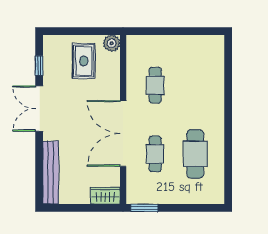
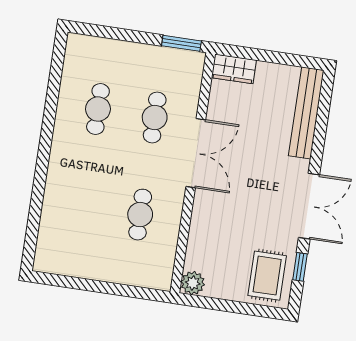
rug: (84, 61) -> (267, 276), moved
double door: (123, 133) -> (196, 153), width x0.73
cafe table: (195, 154) -> (98, 109), width x0.73, depth x0.74

